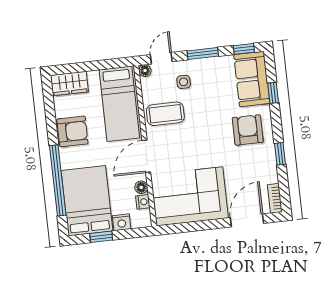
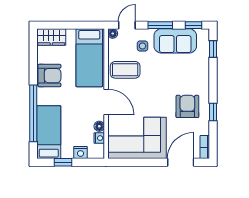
sofa: (252, 79) -> (175, 41), moved, turned -90
window: (273, 93) -> (213, 49), moved
armchair: (248, 130) -> (187, 106), moved
door: (146, 156) -> (106, 102), swing flipped
bed: (87, 201) -> (49, 132), width x0.67

